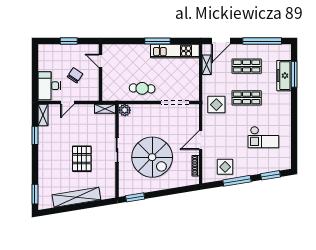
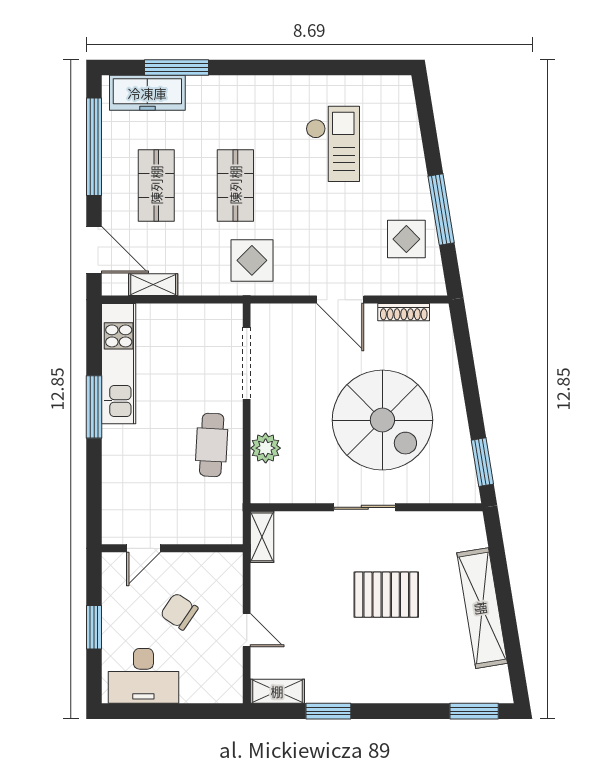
freezer: (284, 76) -> (147, 93), moved
desk: (49, 86) -> (143, 676), moved
plant: (125, 110) -> (266, 448), moved
spiral stairs: (152, 157) -> (382, 420), turned 90
window: (271, 175) -> (428, 126), removed

